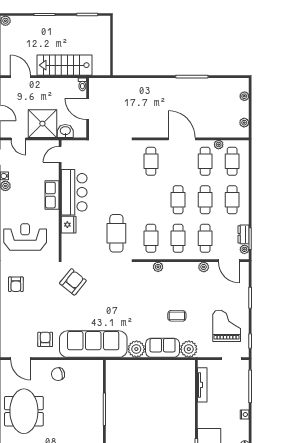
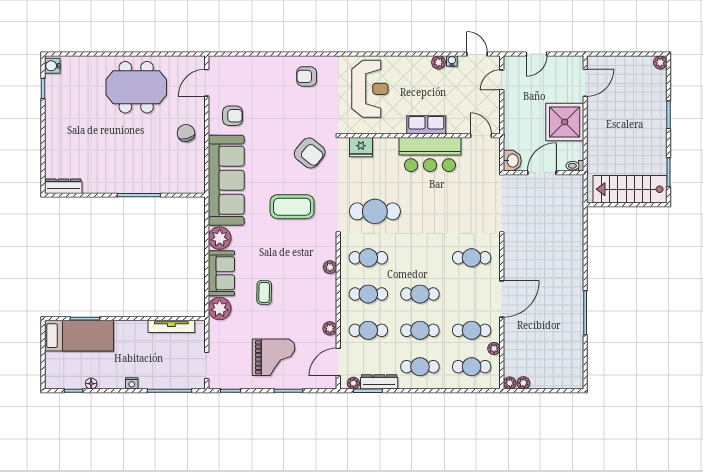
stairs: (64, 65) -> (630, 189), moved, turned -90
plant: (244, 96) -> (510, 383), moved
shower: (42, 124) -> (565, 122), moved
washbasin: (65, 131) -> (512, 161), moved
fridge: (69, 225) -> (361, 147), moved
dresser: (244, 234) -> (379, 382), width x1.44
coffee table: (113, 295) -> (292, 207), added
grand piano: (227, 326) -> (274, 357), moved

